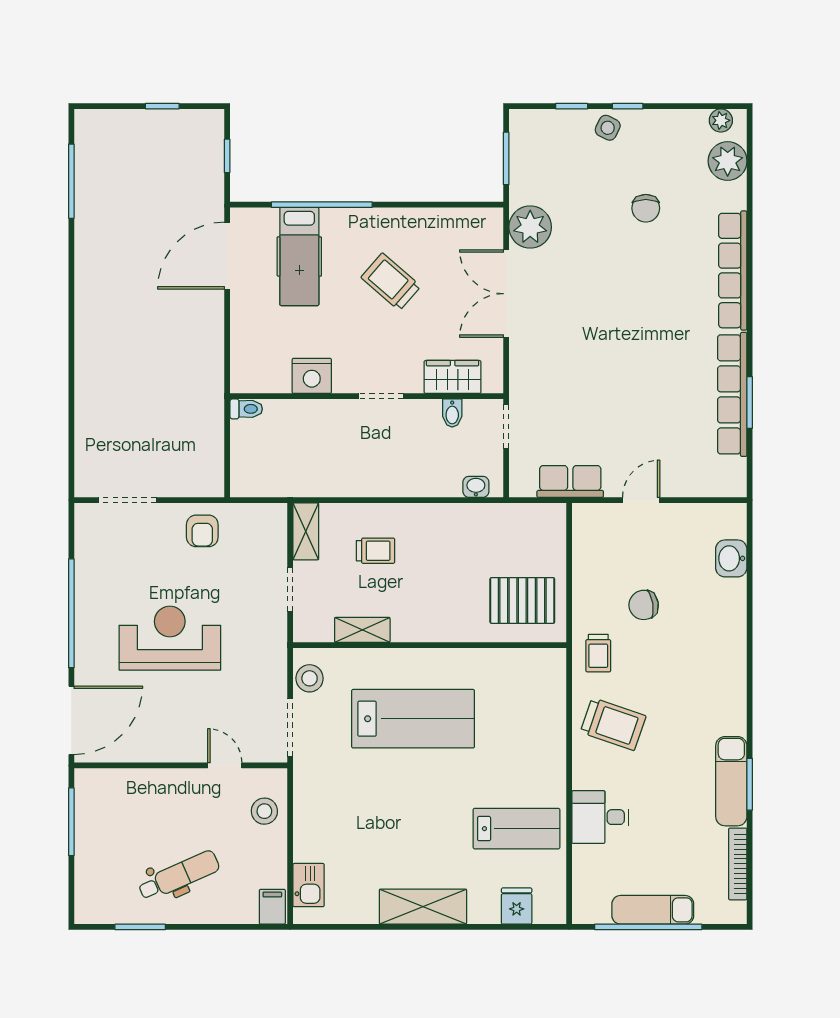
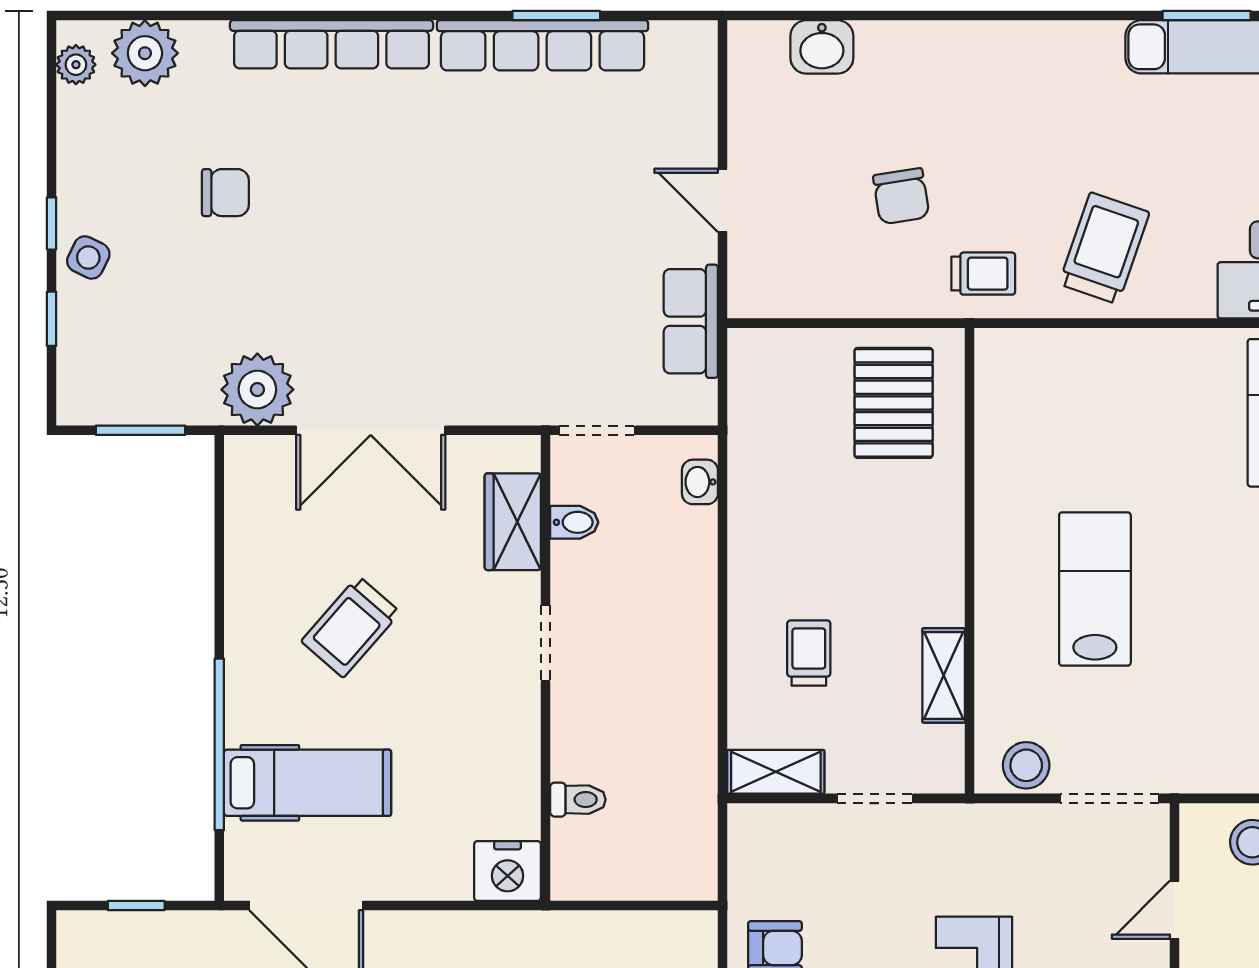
nightstand: (312, 376) -> (508, 871), moved, turned 90
toilet: (246, 409) -> (578, 800), moved, turned 90
lab bench: (413, 719) -> (1095, 589), width x0.73, depth x0.72

